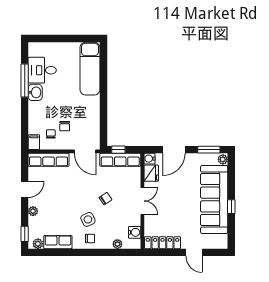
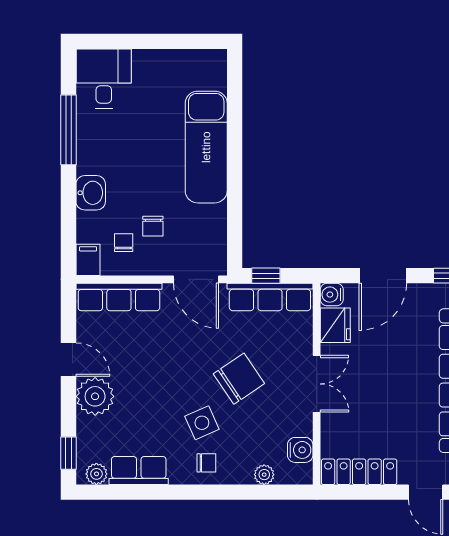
exam couch: (90, 69) -> (206, 147), moved
desk: (42, 70) -> (104, 78), moved, turned 90
washbasin: (35, 92) -> (91, 193), moved
door: (25, 189) -> (68, 360), hinge flipped
chair: (105, 199) -> (239, 379), width x1.87, depth x1.87
plant: (33, 211) -> (95, 396), width x1.87, depth x1.87

